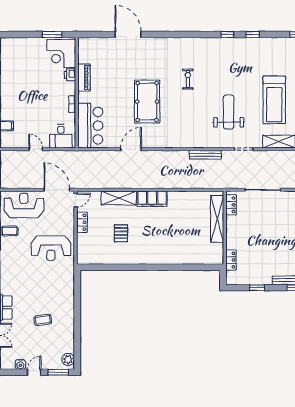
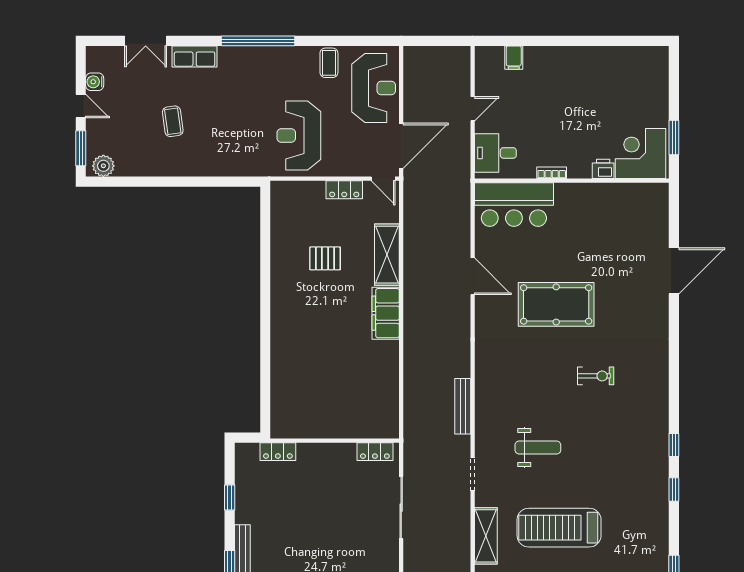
piano: (84, 77) -> (598, 193), removed
weight bench: (229, 112) -> (538, 448), width x0.73, depth x0.75
shelving: (217, 219) -> (350, 427), removed

